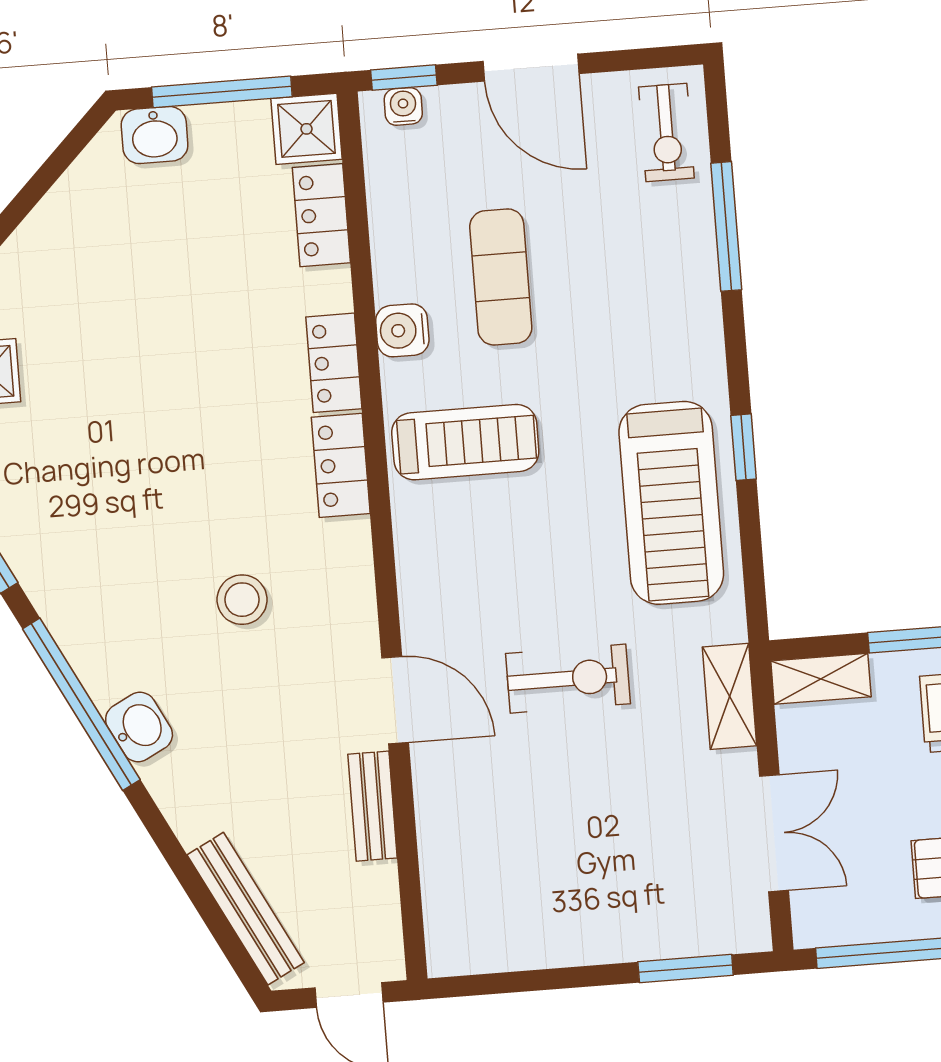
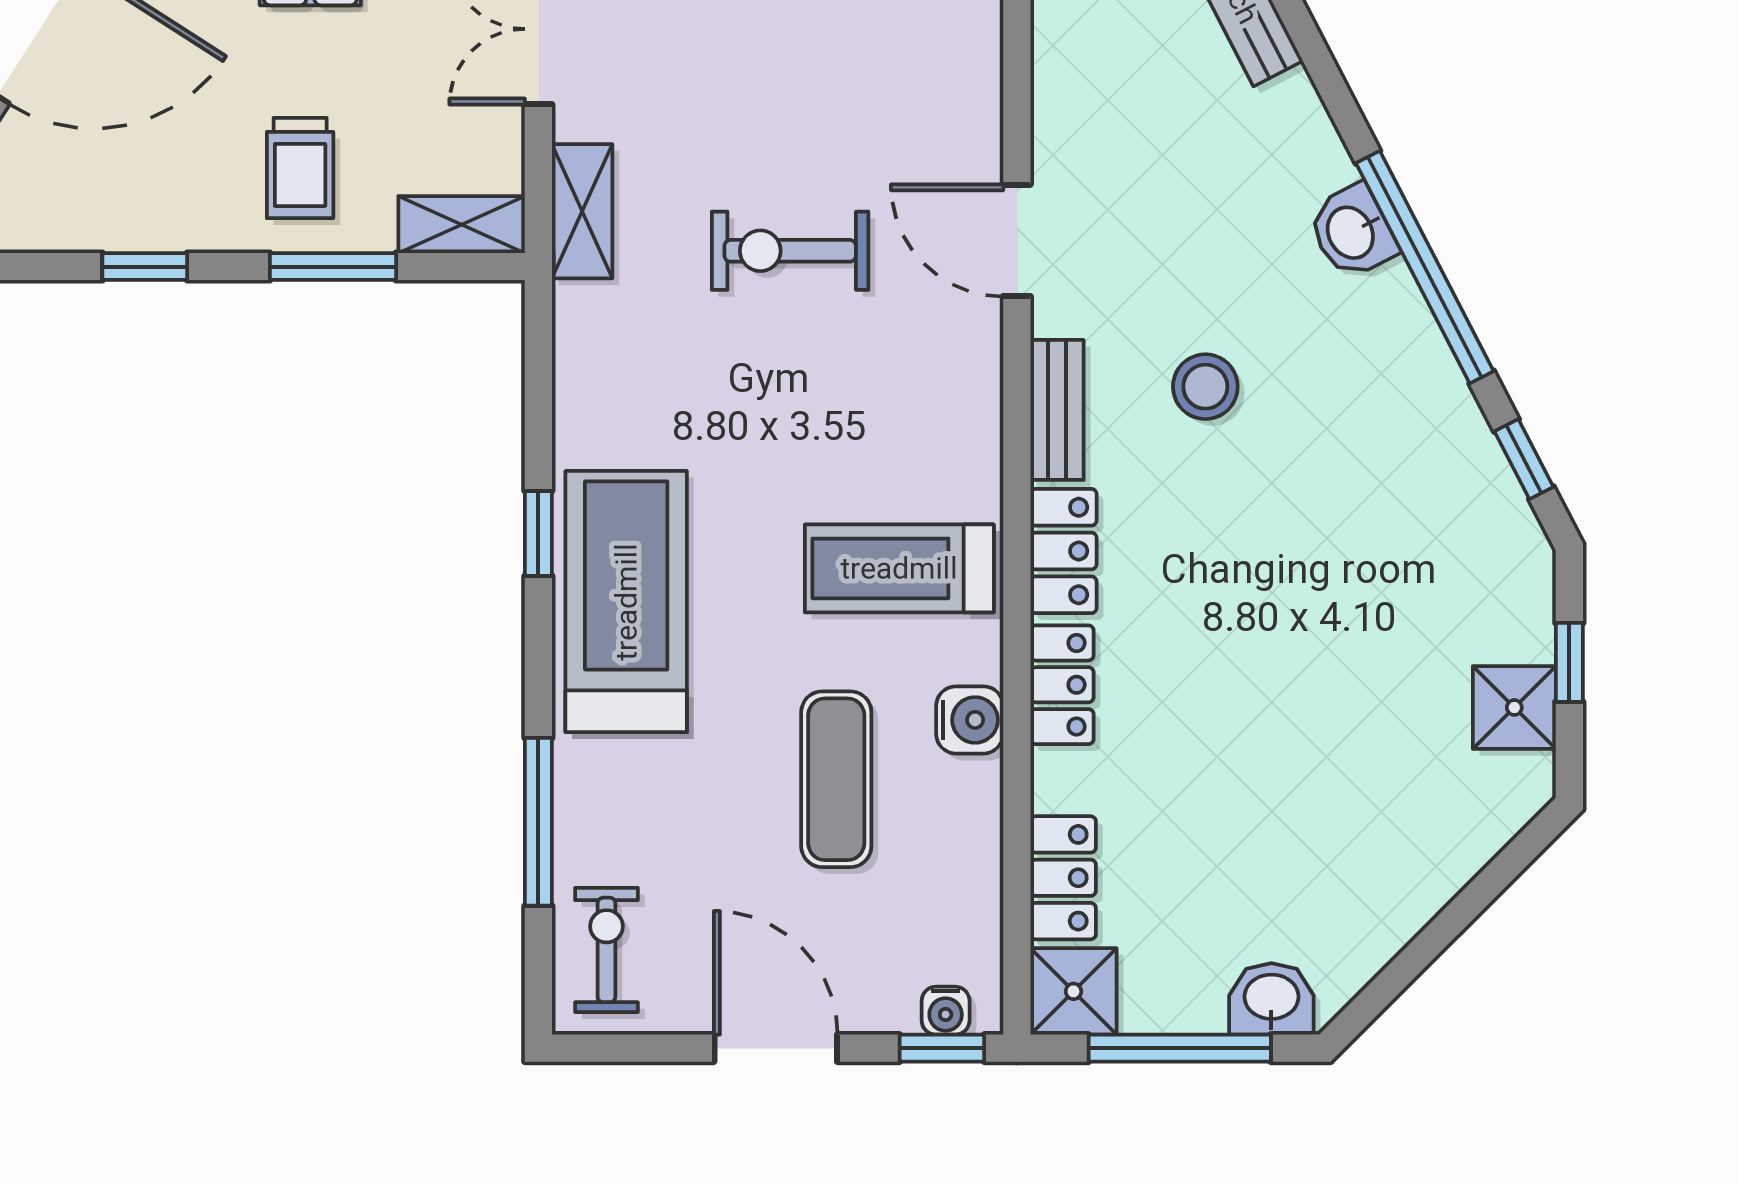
treadmill: (671, 503) -> (626, 602), moved
bench: (373, 806) -> (1057, 410), moved

